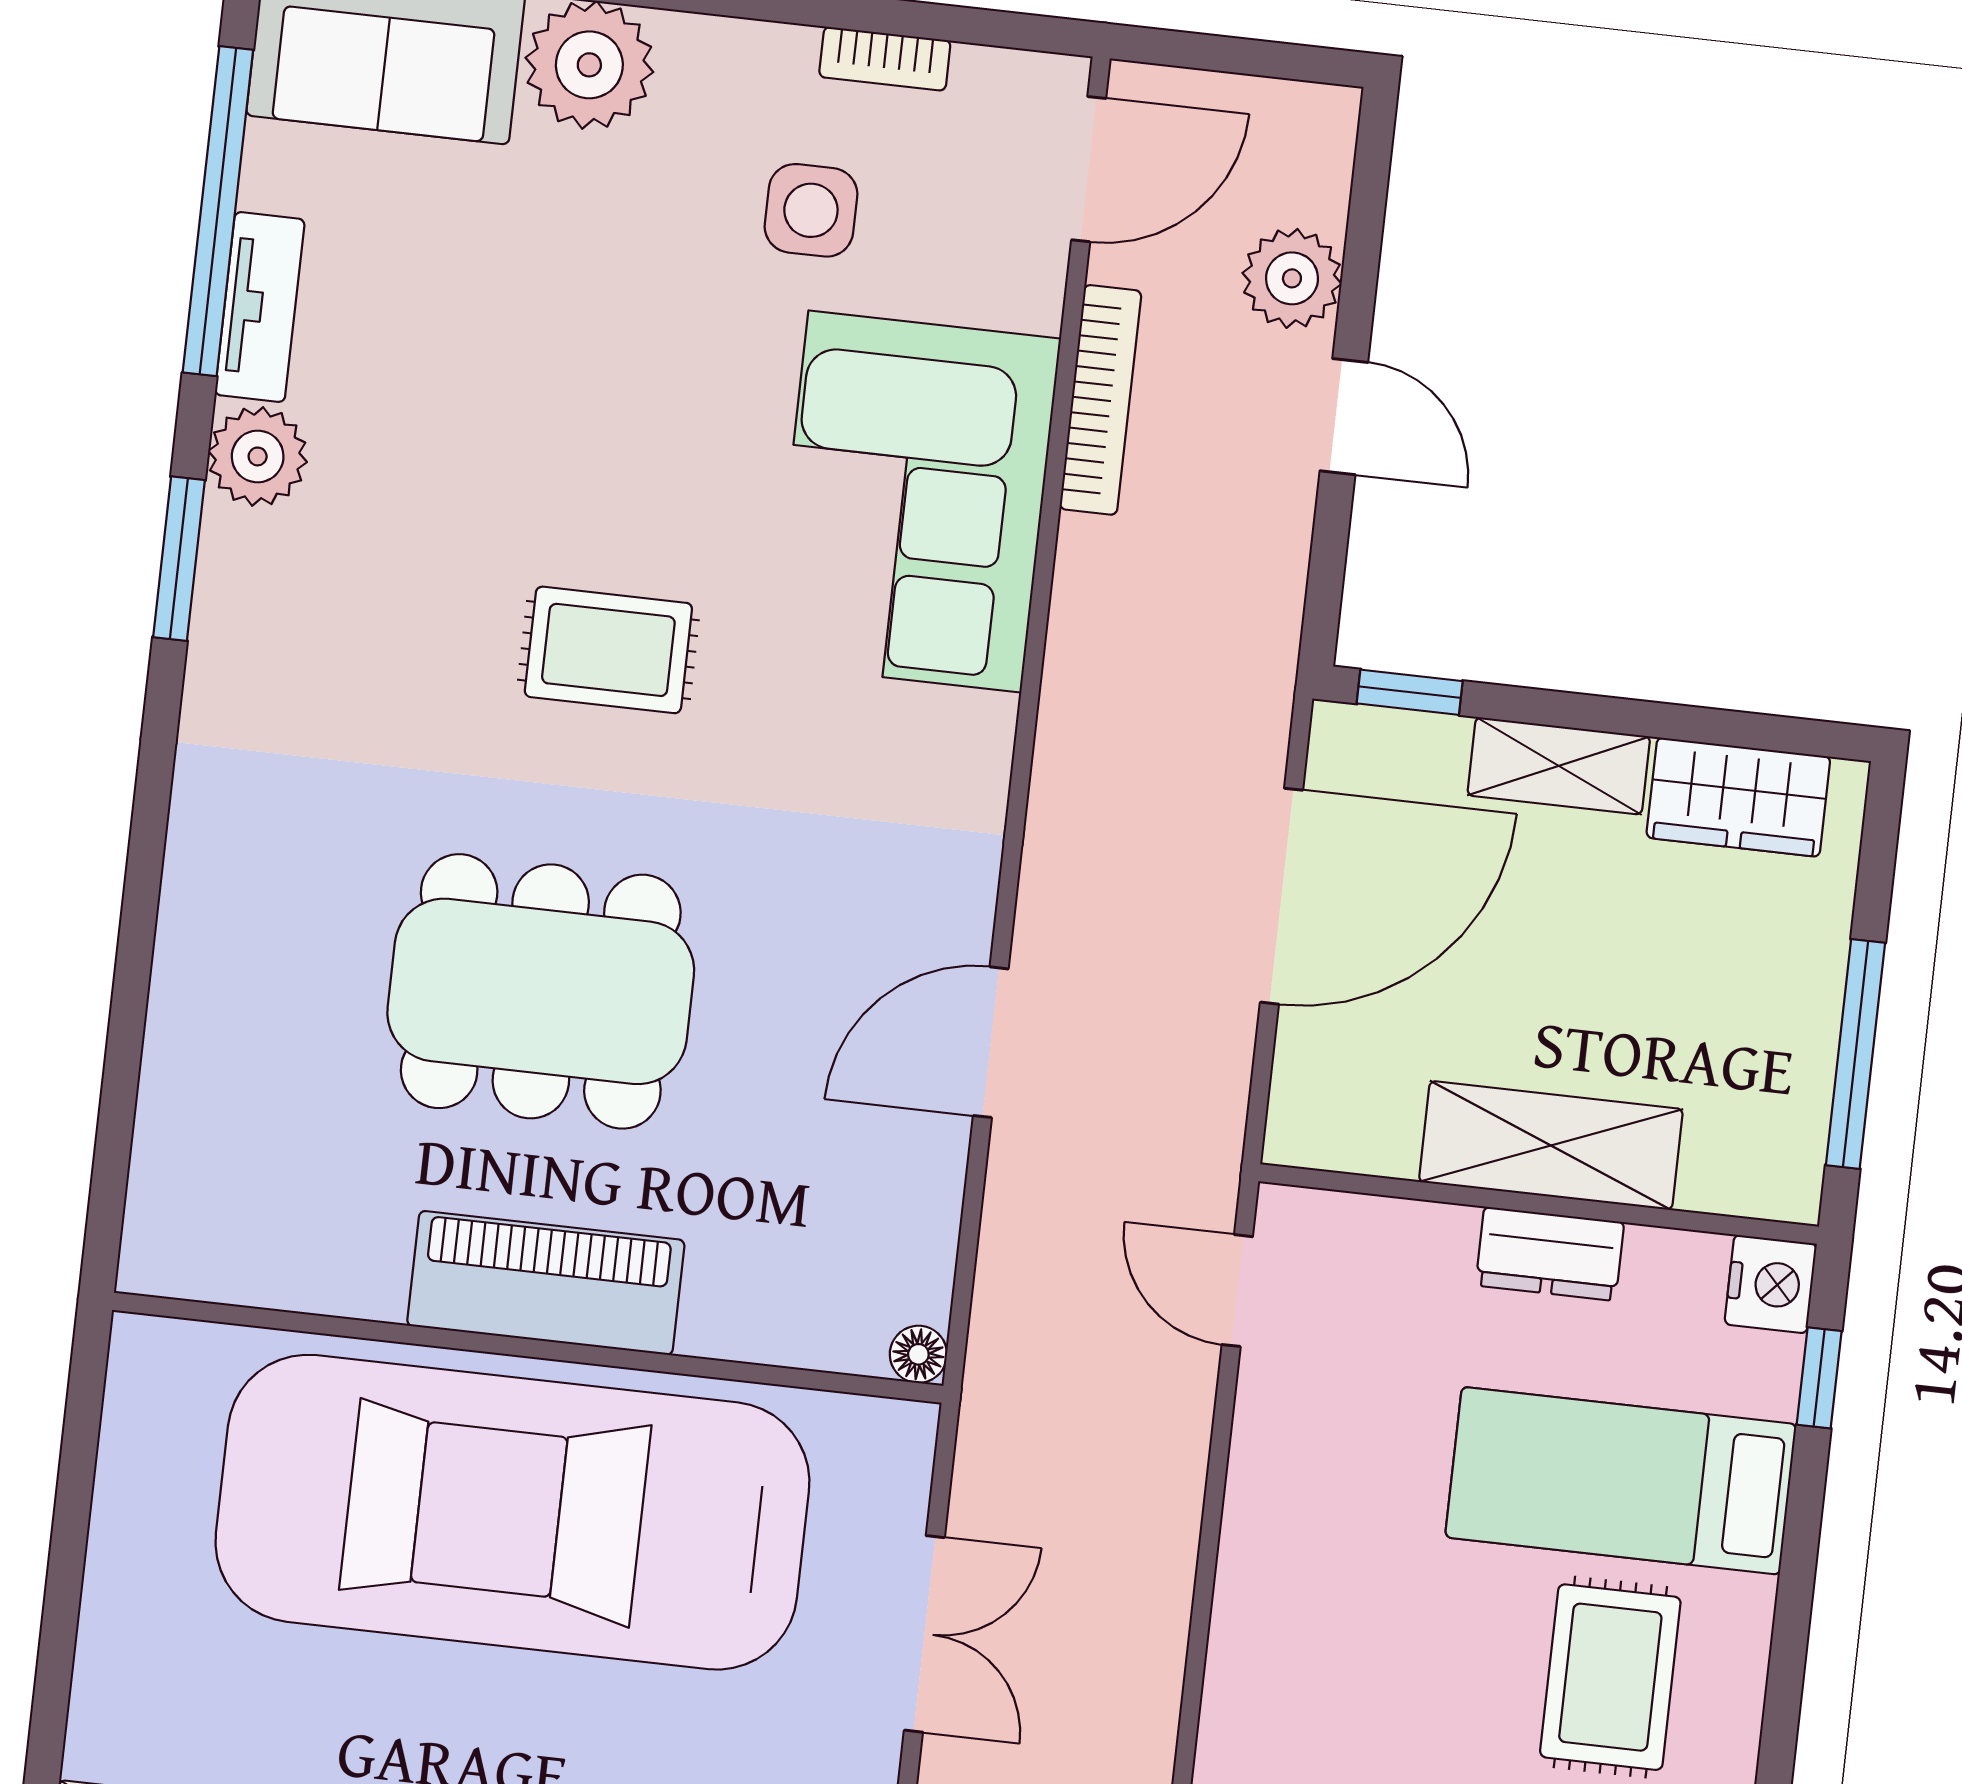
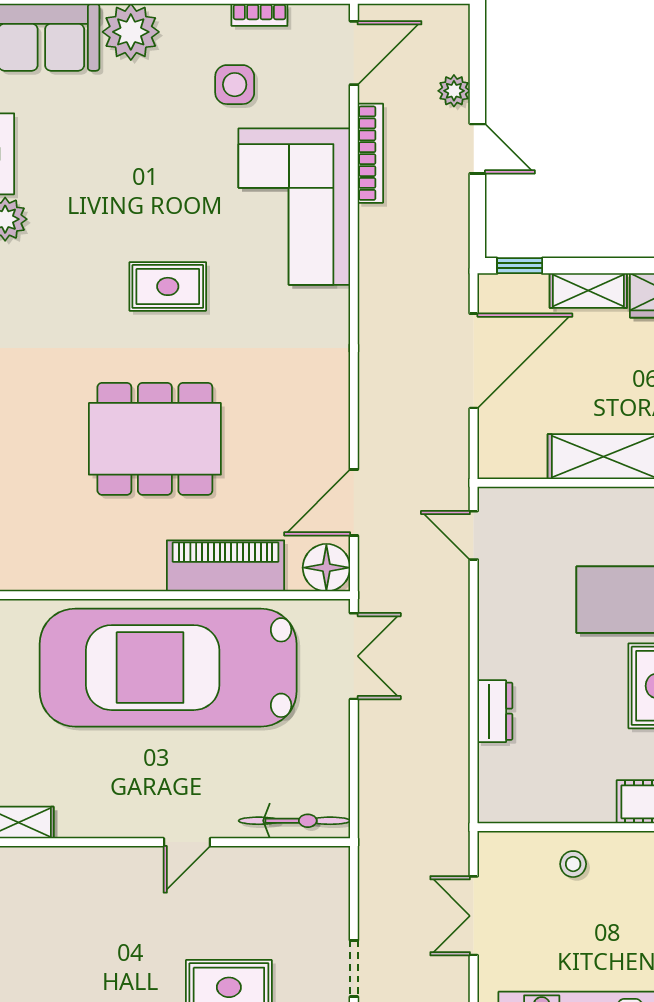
plant: (1292, 278) -> (454, 91), width x0.73, depth x0.73
door: (991, 1042) -> (354, 503), moved
dresser: (1550, 1254) -> (495, 711), moved, turned -90
piano: (546, 1283) -> (225, 566), moved
floor lamp: (918, 1354) -> (326, 568), width x1.89, depth x1.89
double door: (924, 1634) -> (354, 656), moved

